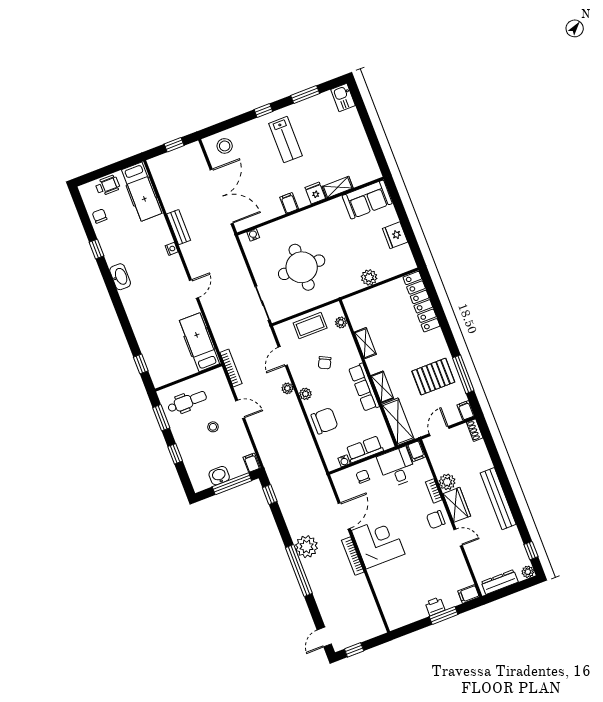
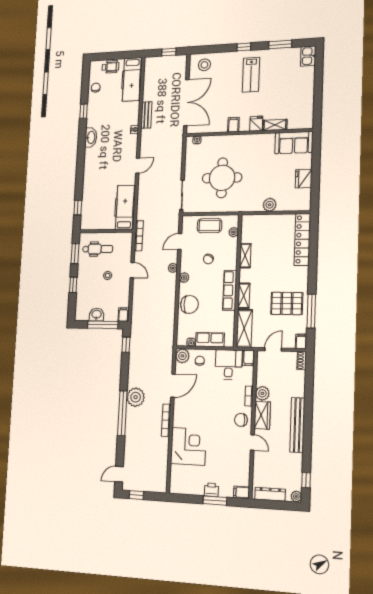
plant: (341, 480) -> (182, 356), added
corner desk: (378, 542) -> (188, 446), moved

